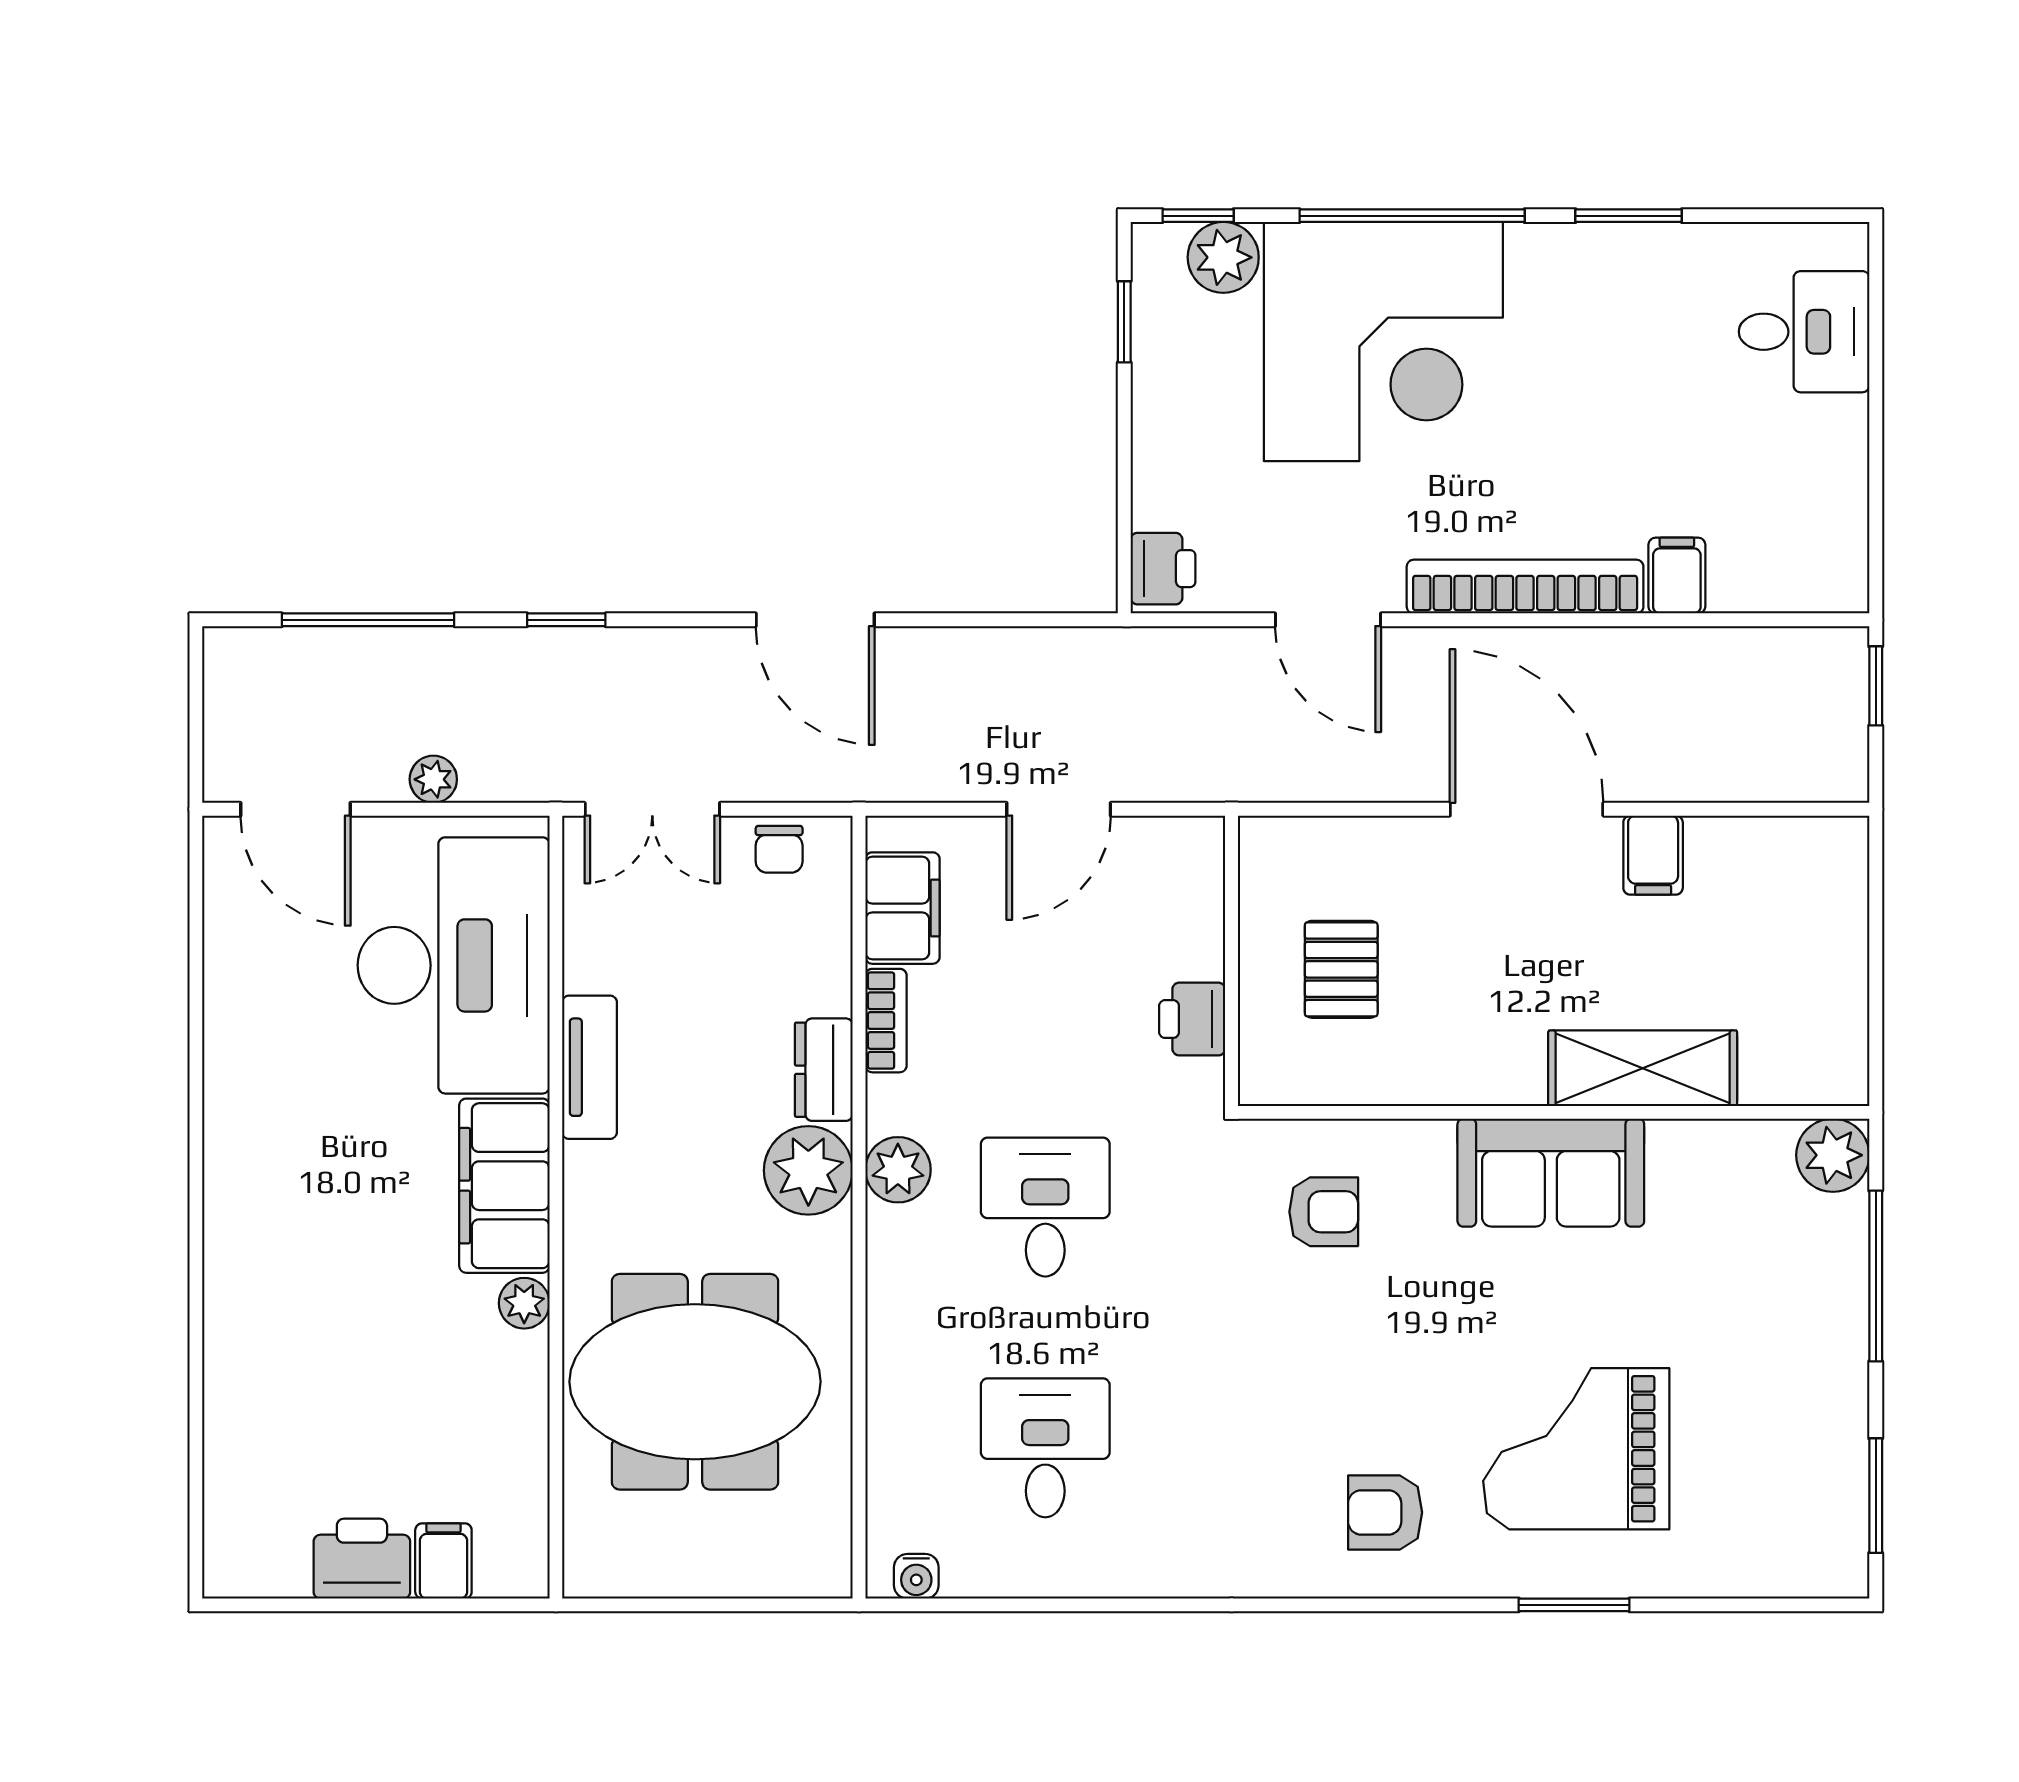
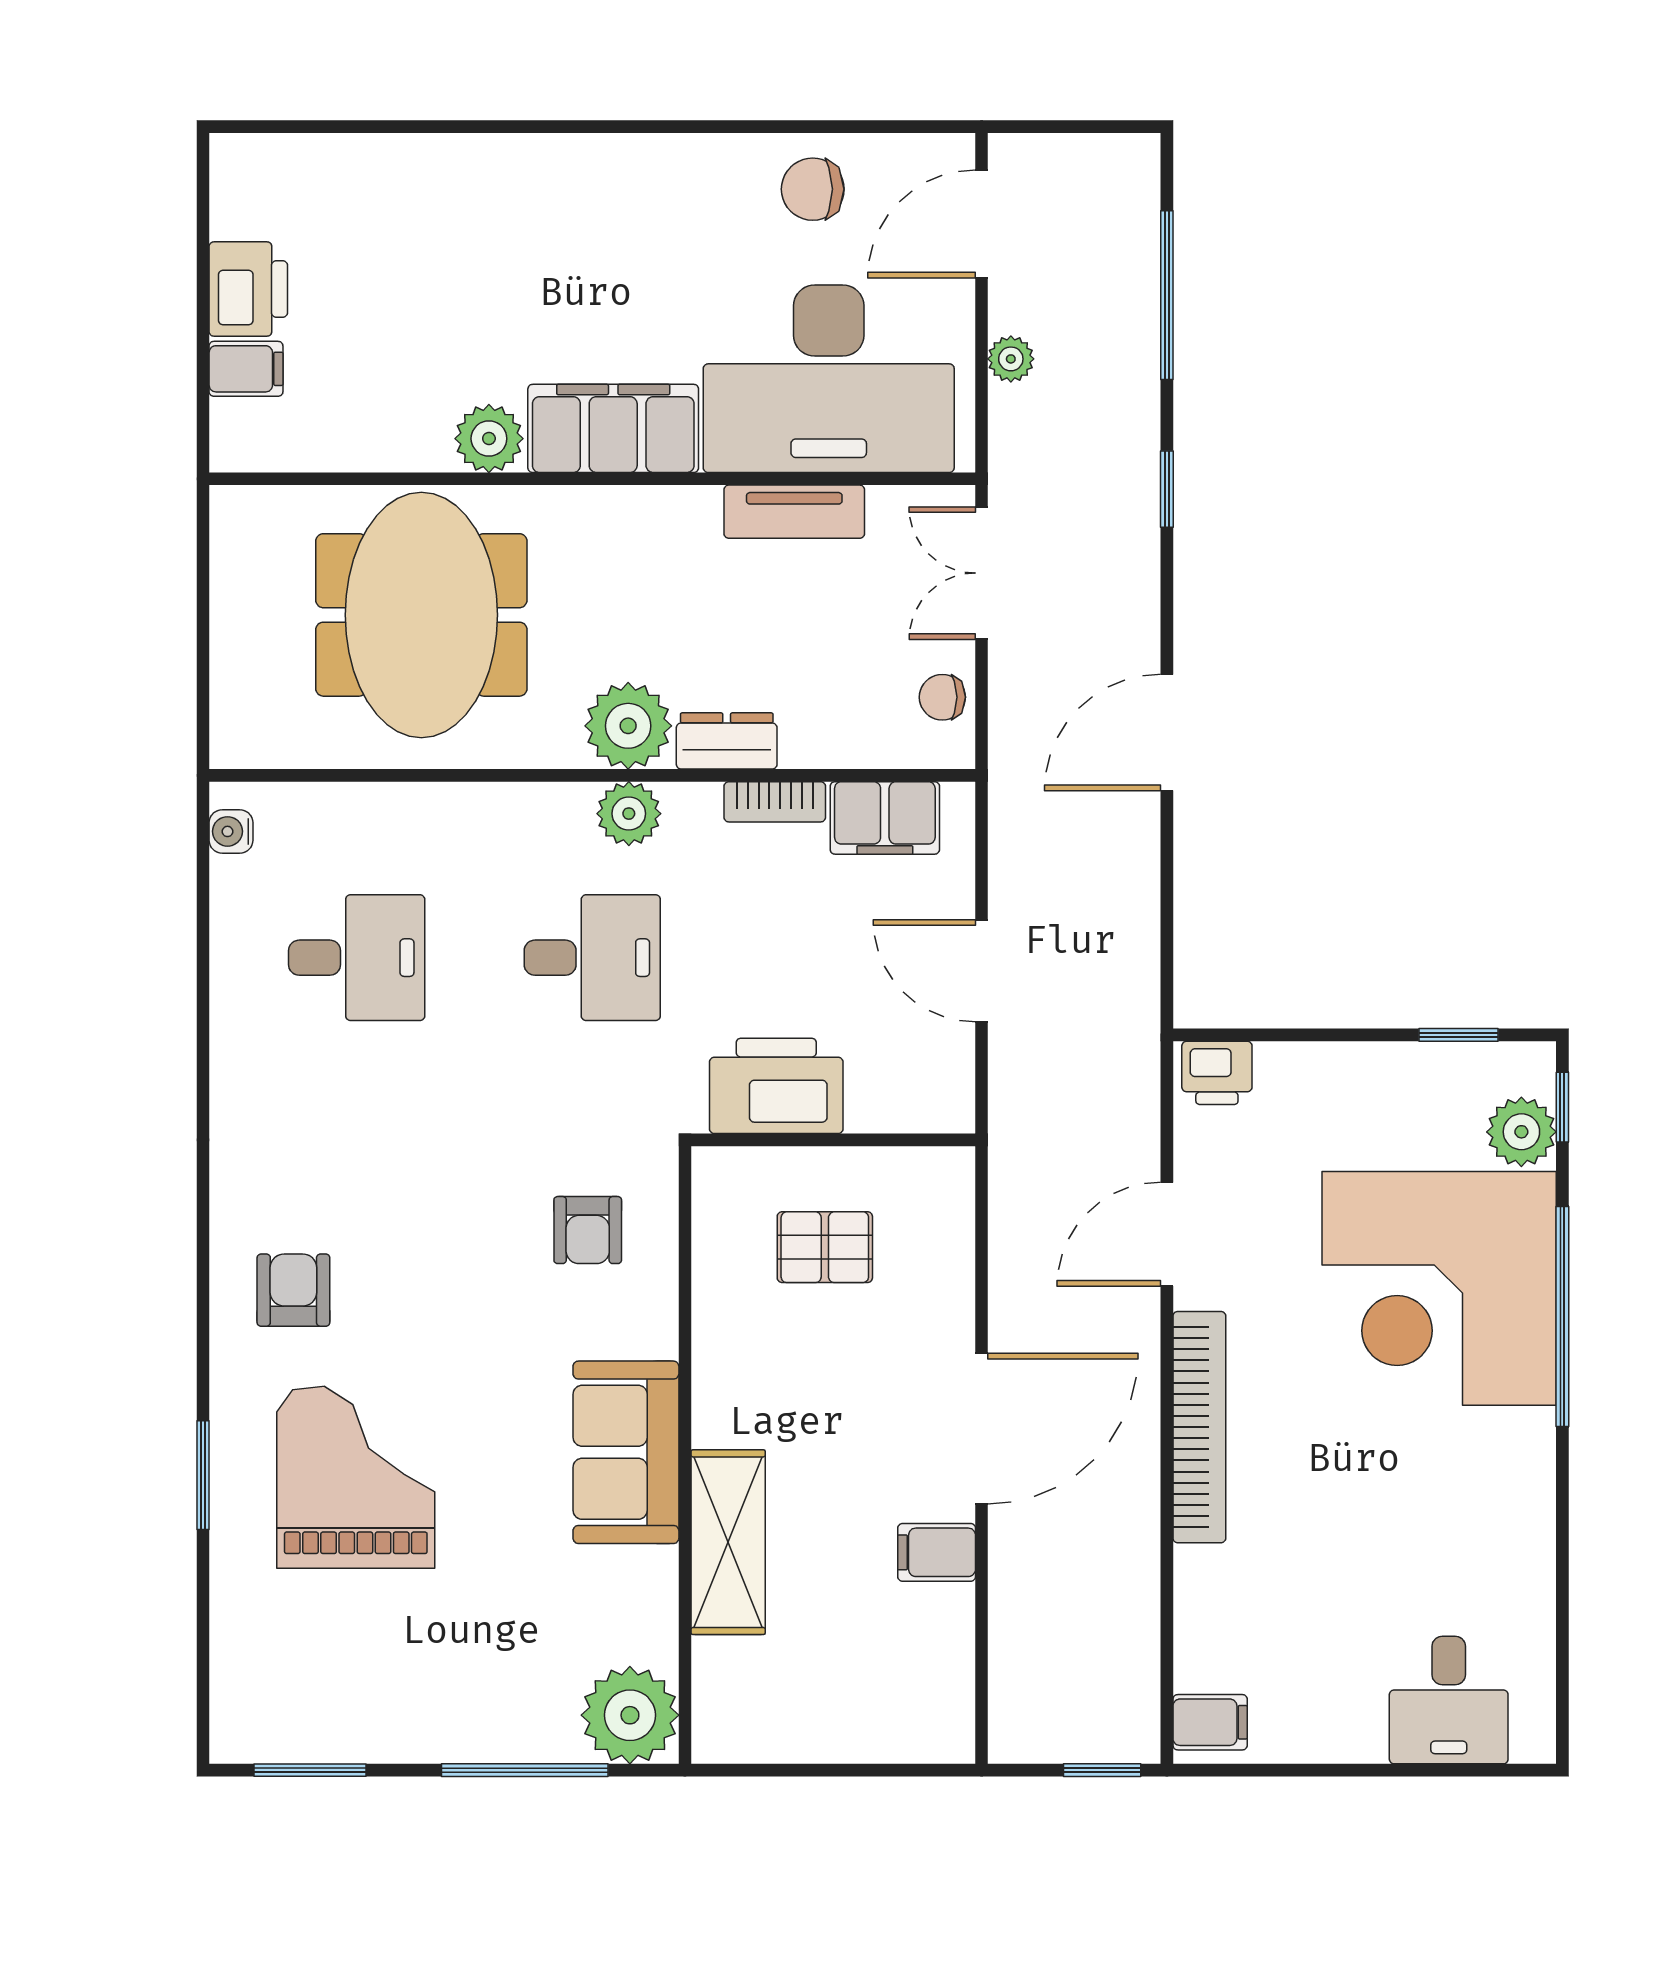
window: (1629, 216) -> (1562, 1528), removed
filing cabinet: (1677, 576) -> (1210, 1722), moved
chair: (260, 982) -> (813, 189), added
printer: (1192, 1019) -> (776, 1086), width x1.87, depth x1.48
tv unit: (590, 1067) -> (794, 512), moved
plant: (1833, 1155) -> (630, 1715), width x1.36, depth x1.36
plant: (524, 1303) -> (489, 439), width x1.38, depth x1.38

